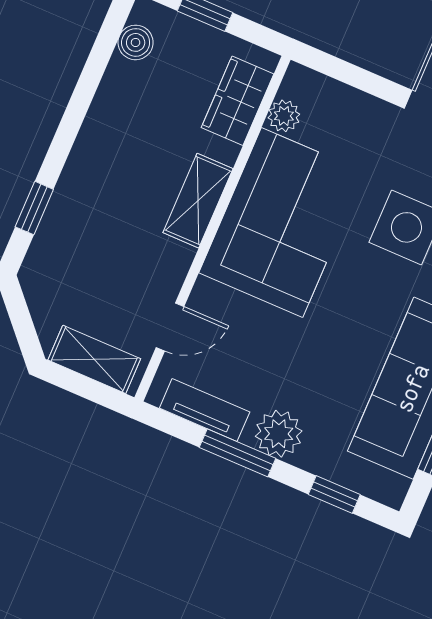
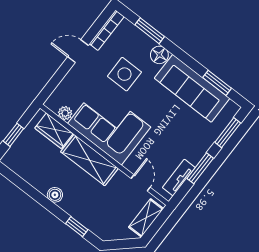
boiler: (136, 42) -> (55, 195), moved
shelving: (198, 201) -> (89, 160), width x1.50, depth x1.33
plant: (279, 434) -> (197, 149), removed
window: (334, 495) -> (228, 133), width x1.50

